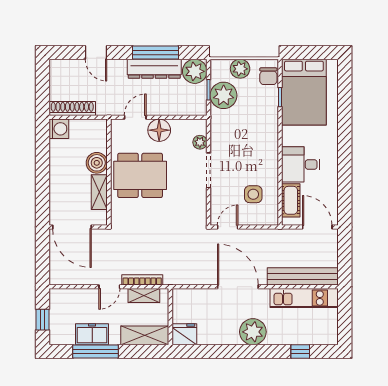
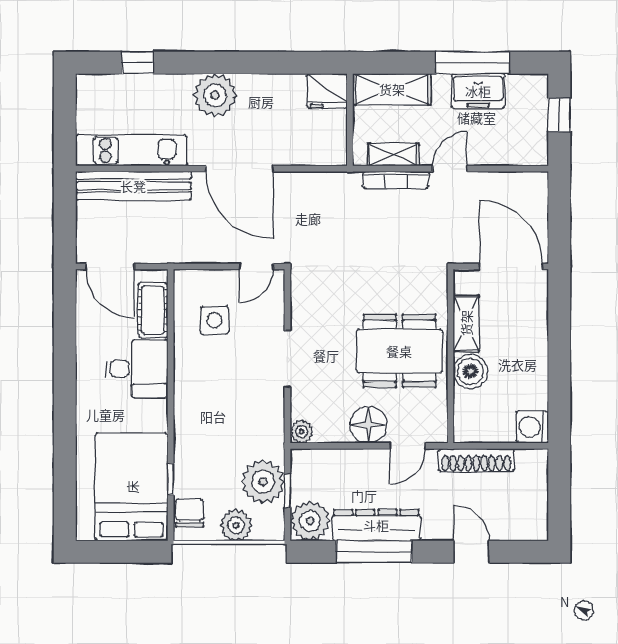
shoe rack: (72, 108) -> (476, 460), moved
plant: (200, 142) -> (302, 432), moved

